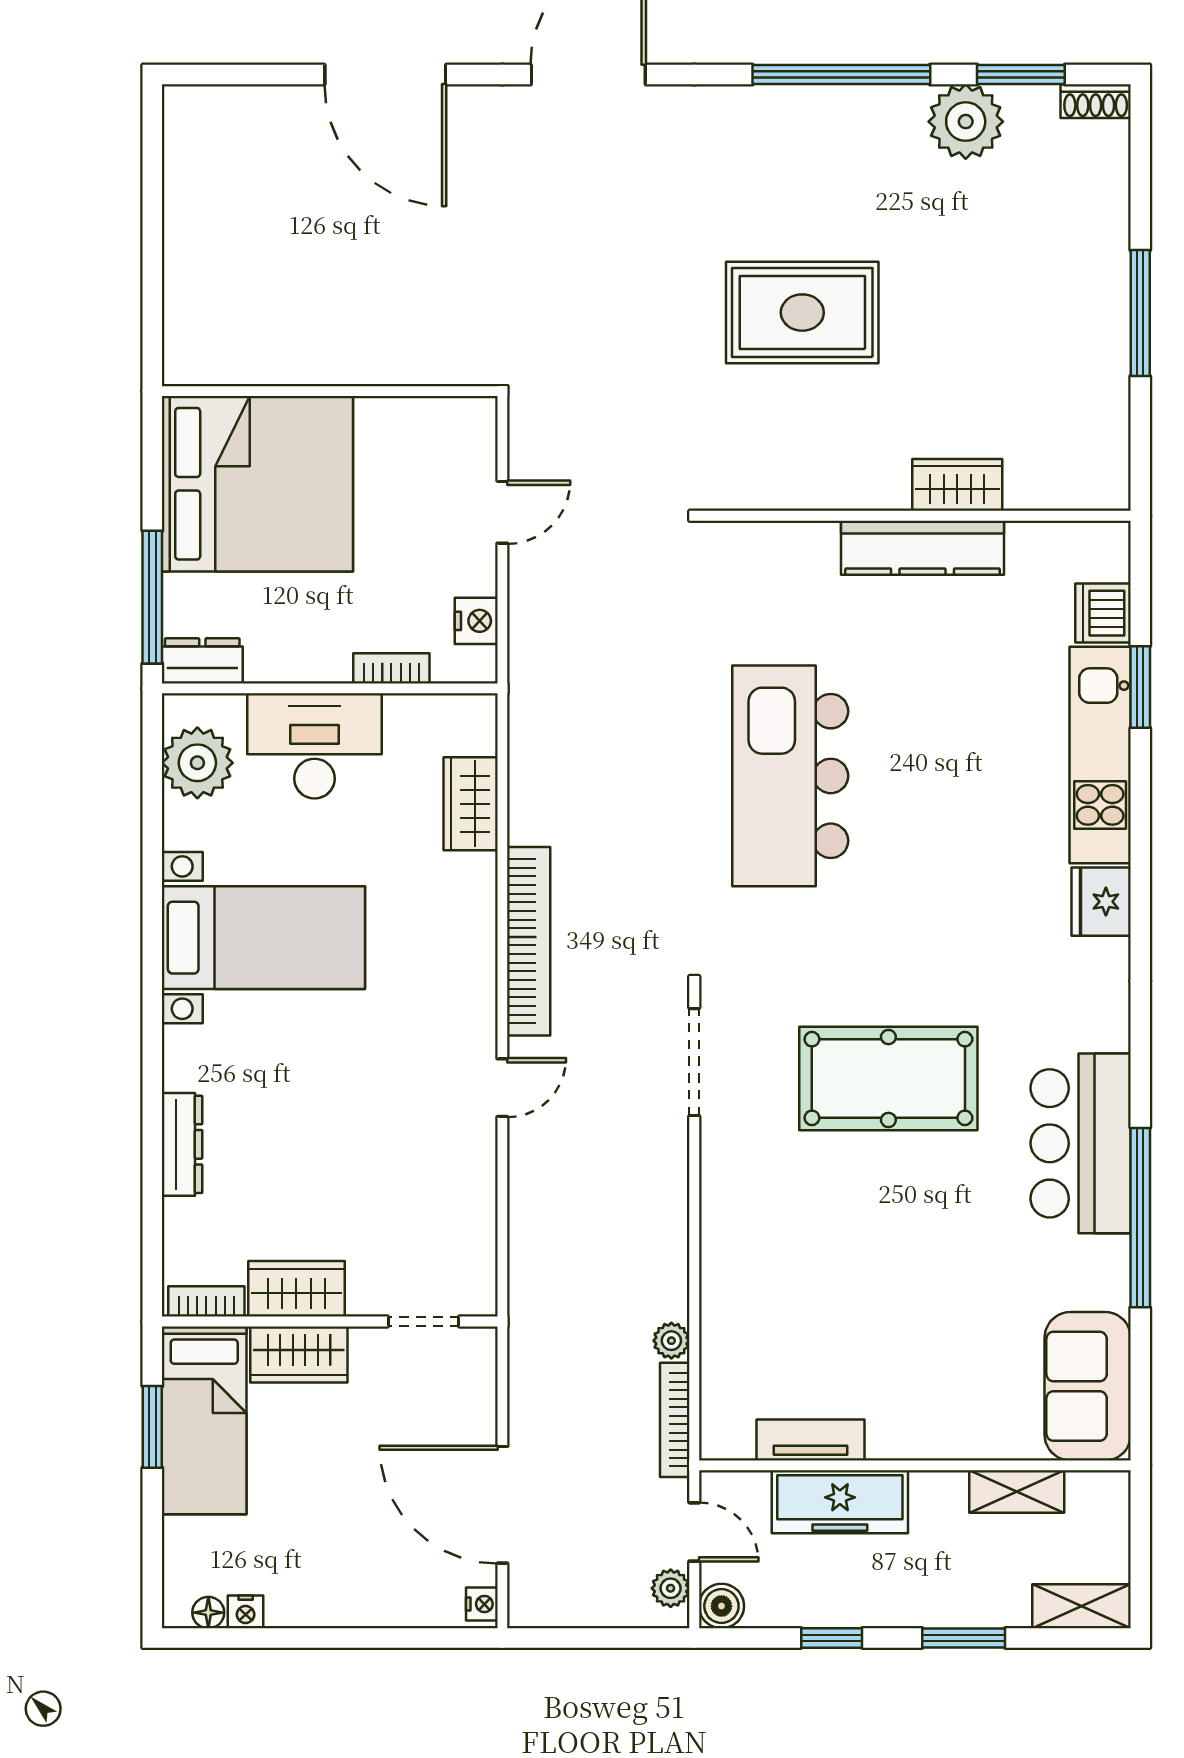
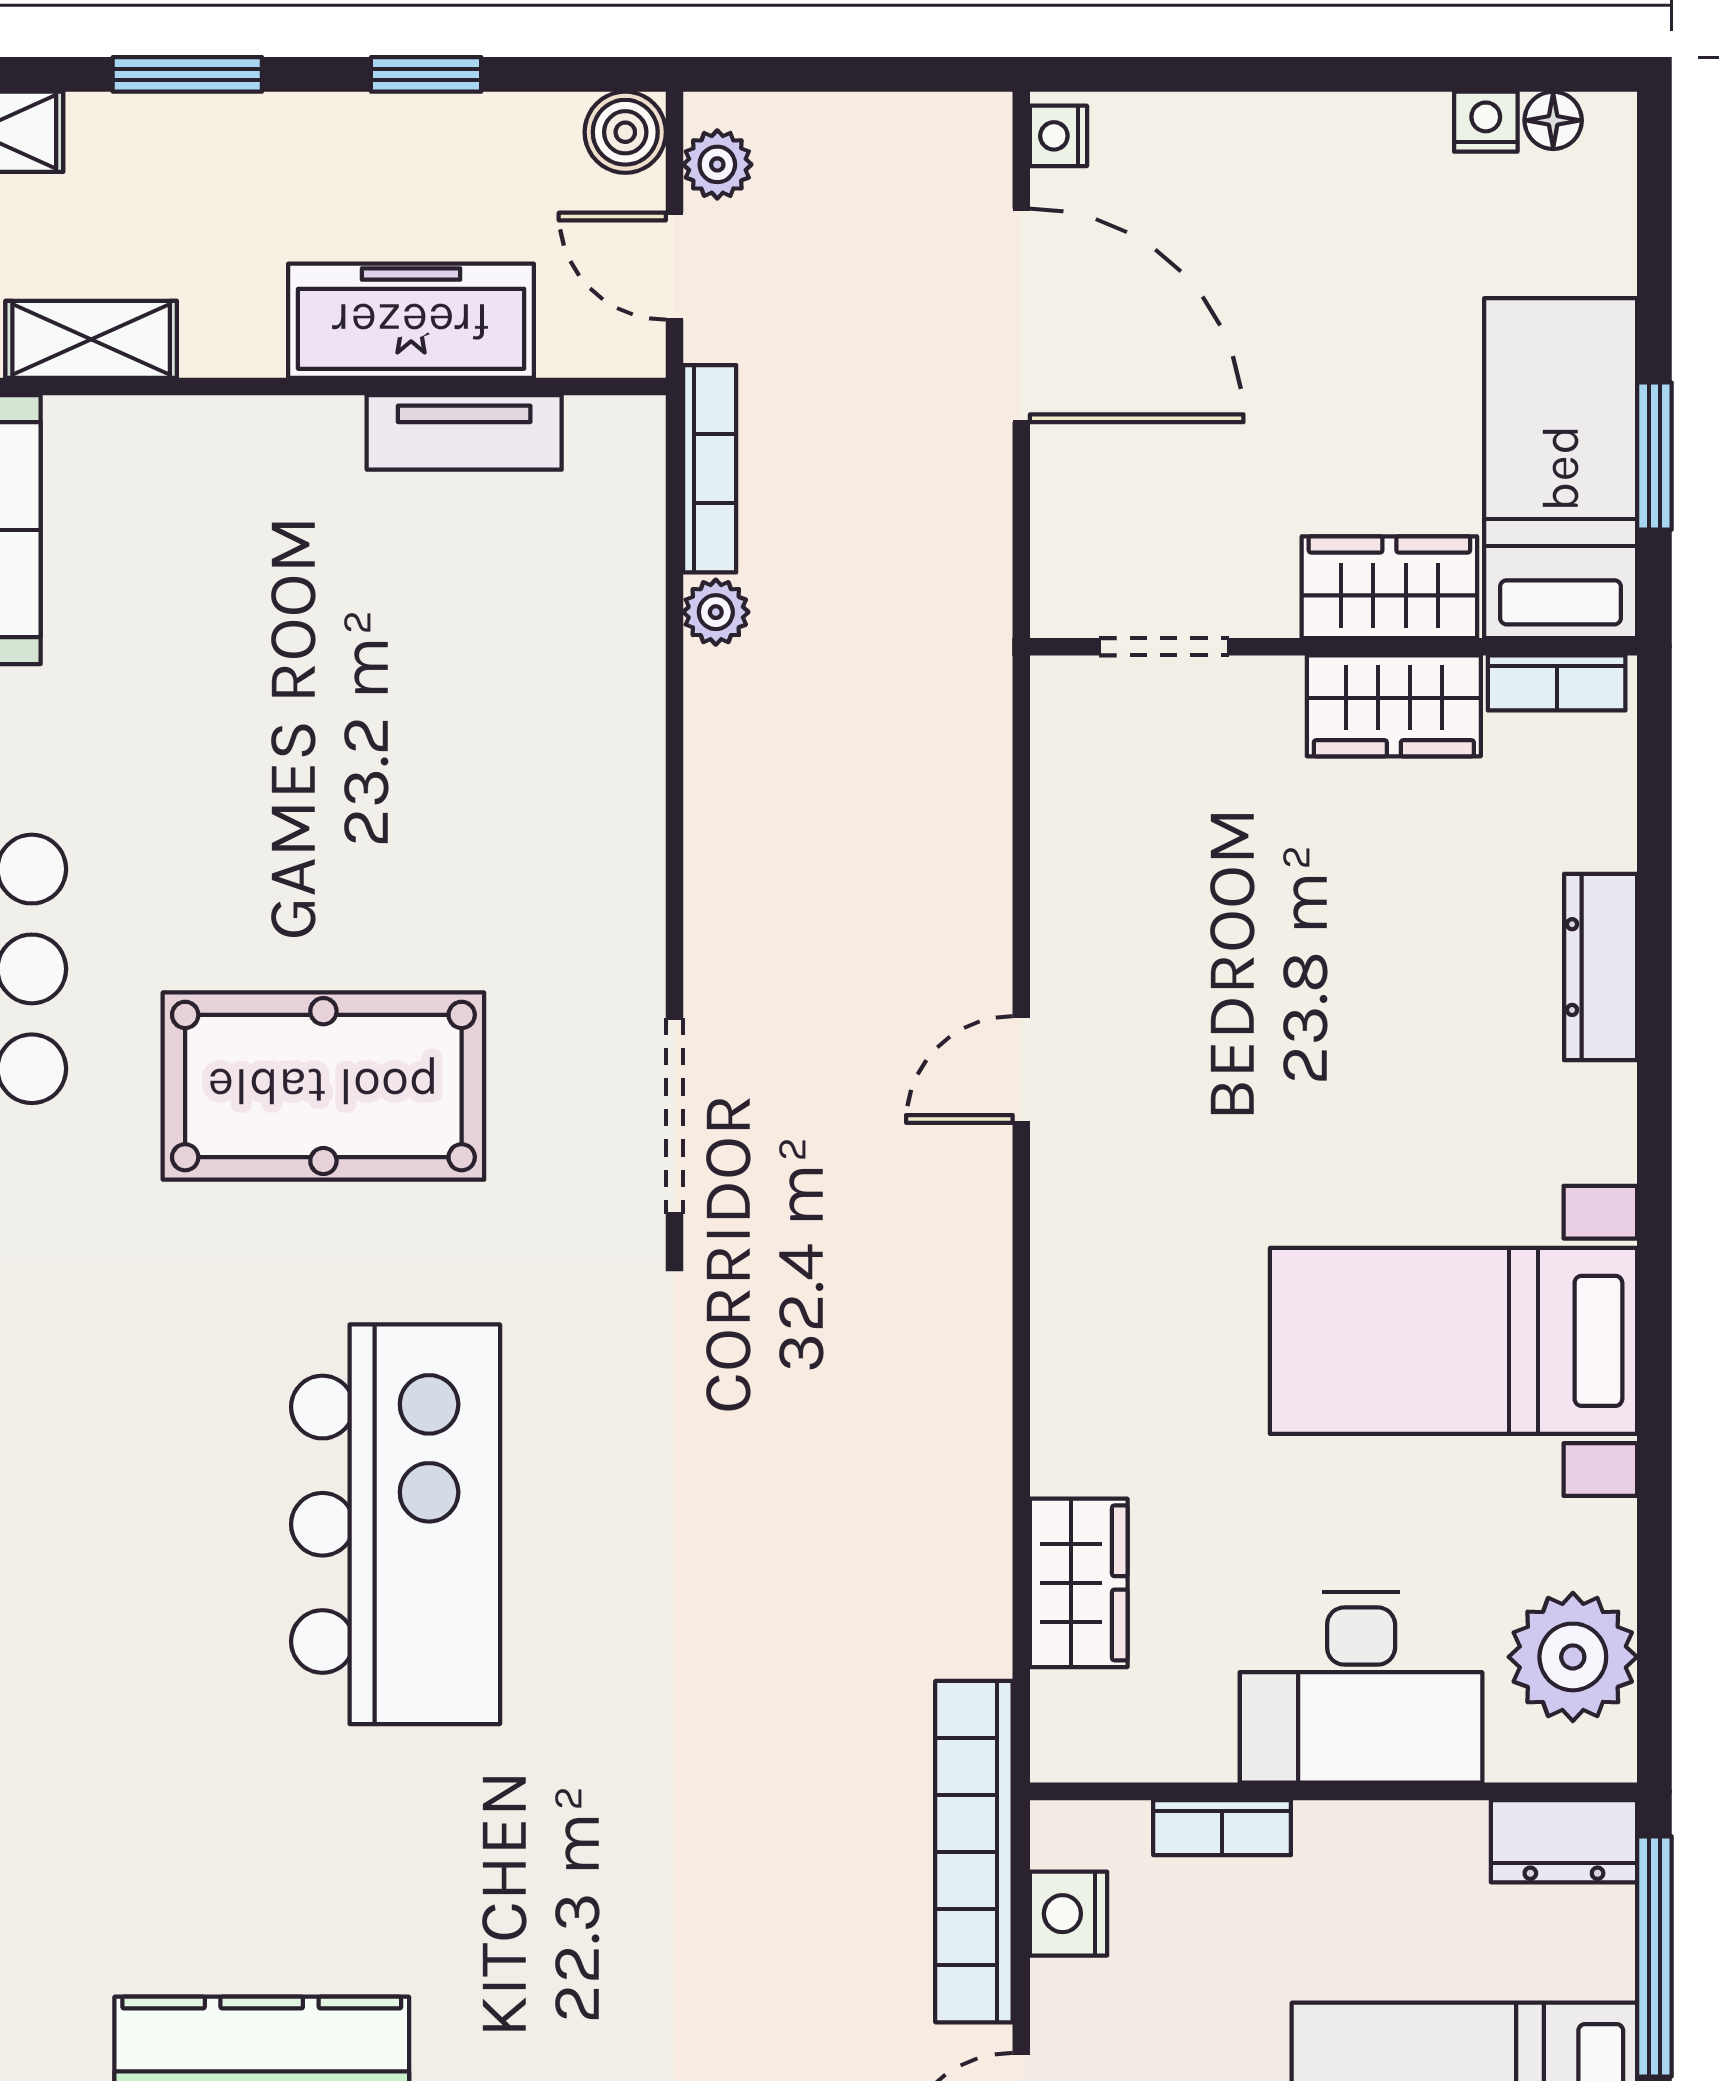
kitchen island: (790, 776) -> (396, 1524), moved
bookcase: (529, 941) -> (974, 1852), moved

